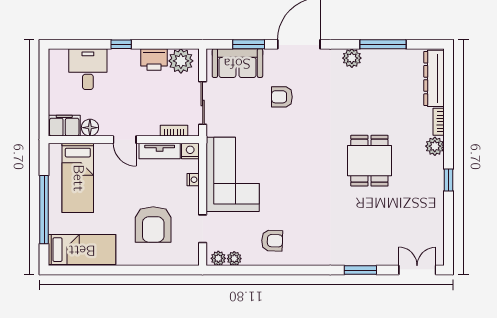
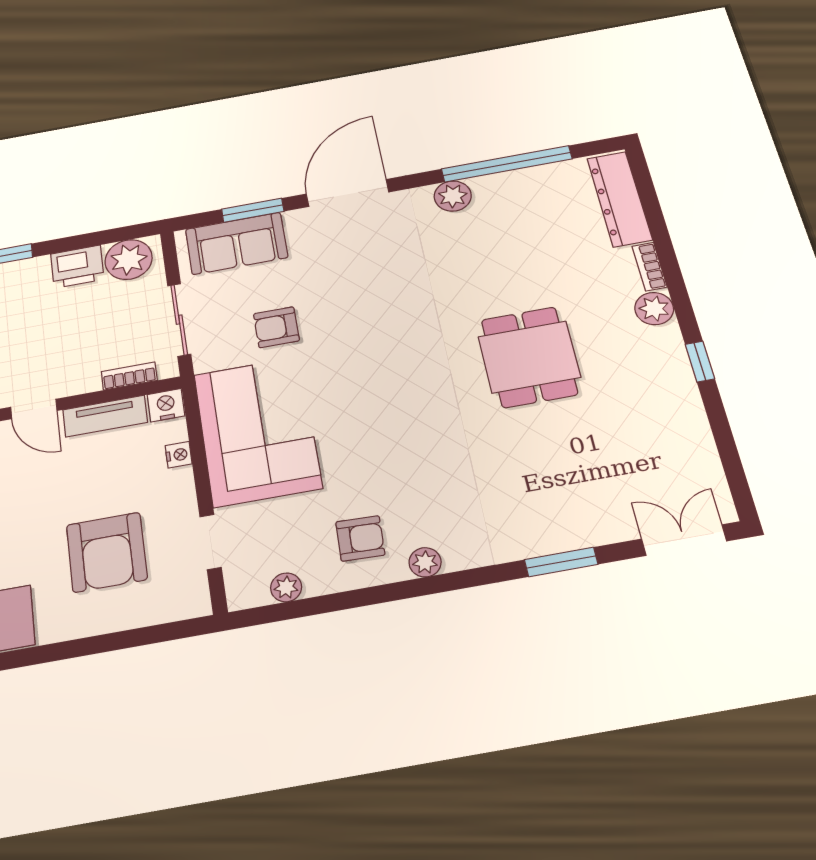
window: (383, 44) -> (507, 164), width x1.46
armchair: (282, 97) -> (276, 327), moved
plant: (218, 258) -> (425, 562), moved

